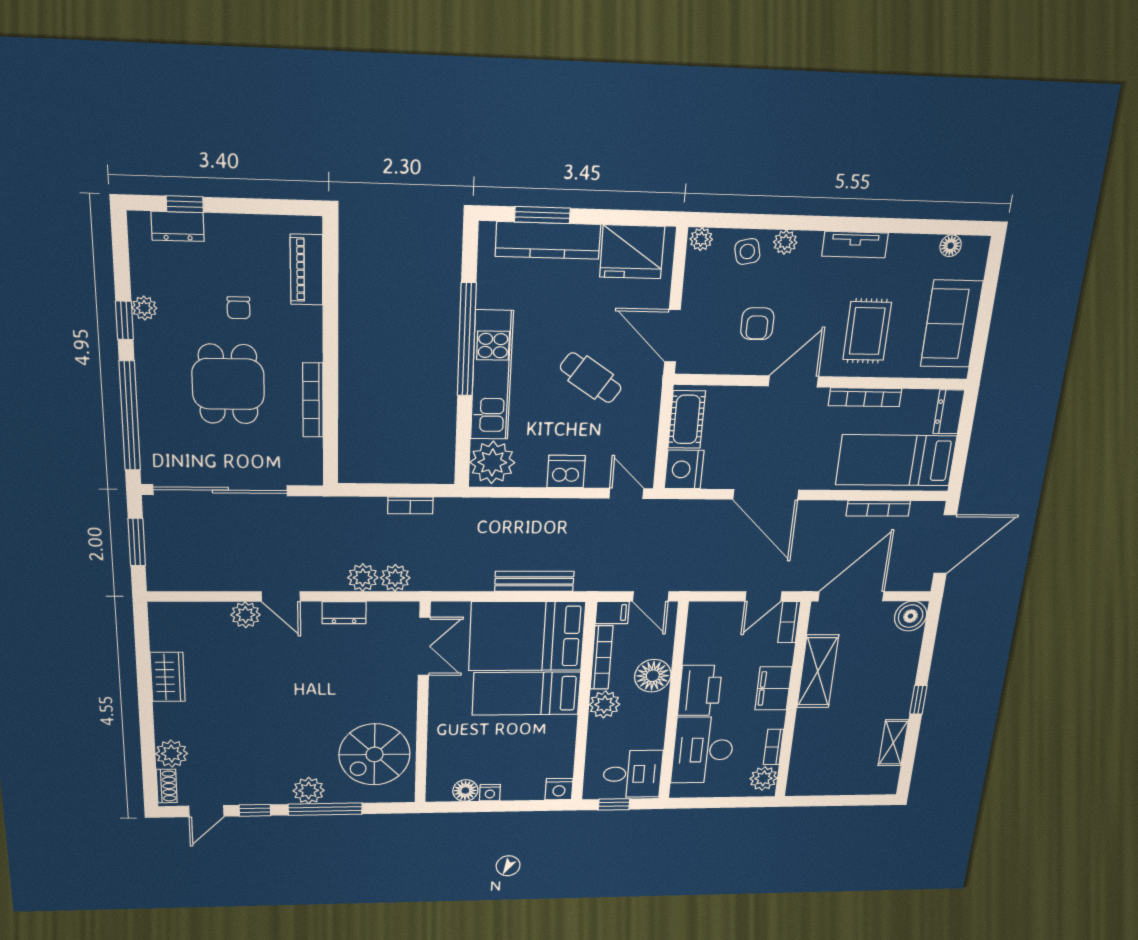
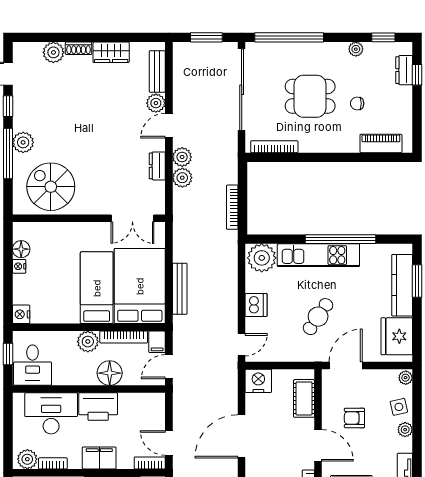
window: (124, 320) -> (383, 37), moved
bookcase: (313, 400) -> (274, 147), moved
cot: (687, 419) -> (304, 398), moved, turned 90
bookcase: (410, 505) -> (232, 207), width x1.56
plant: (395, 578) -> (182, 157), moved
bench: (195, 613) -> (157, 71), added
shoe rack: (167, 786) -> (79, 48), moved

